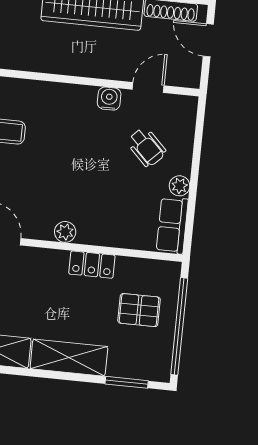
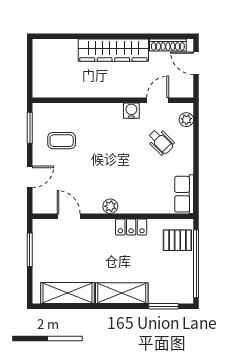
plant: (179, 186) -> (186, 120), moved
pallet: (139, 310) -> (177, 240), moved

